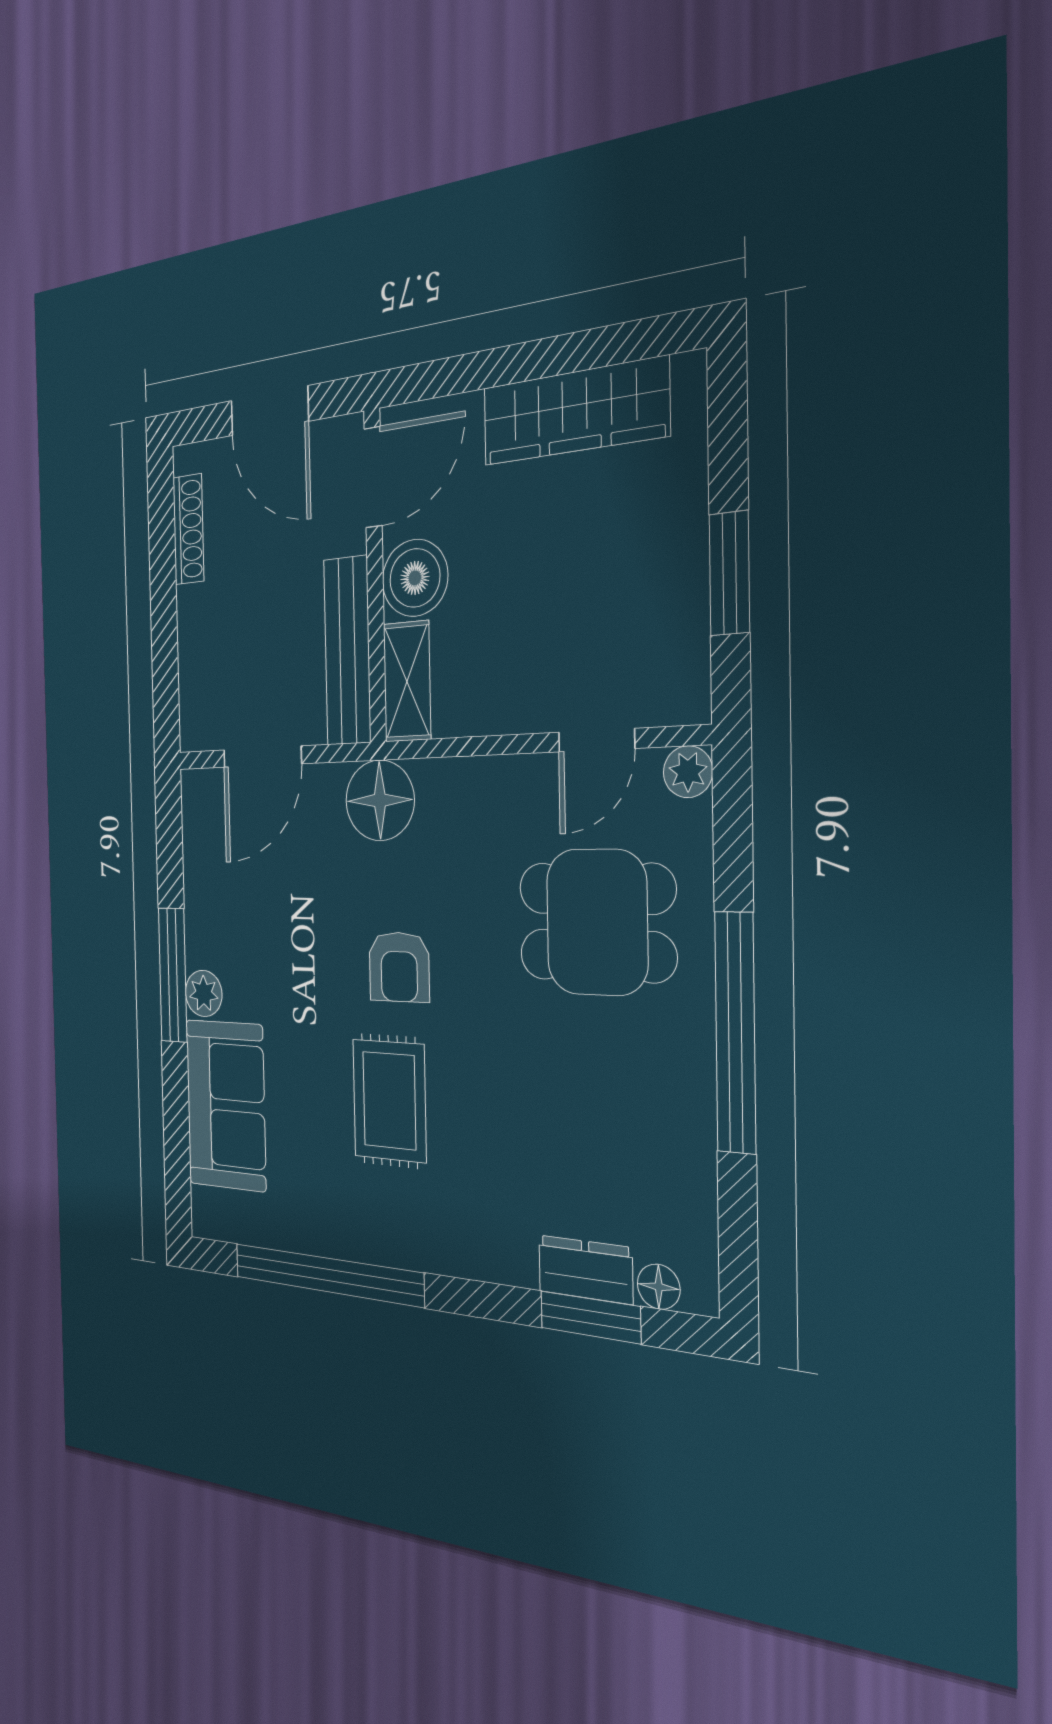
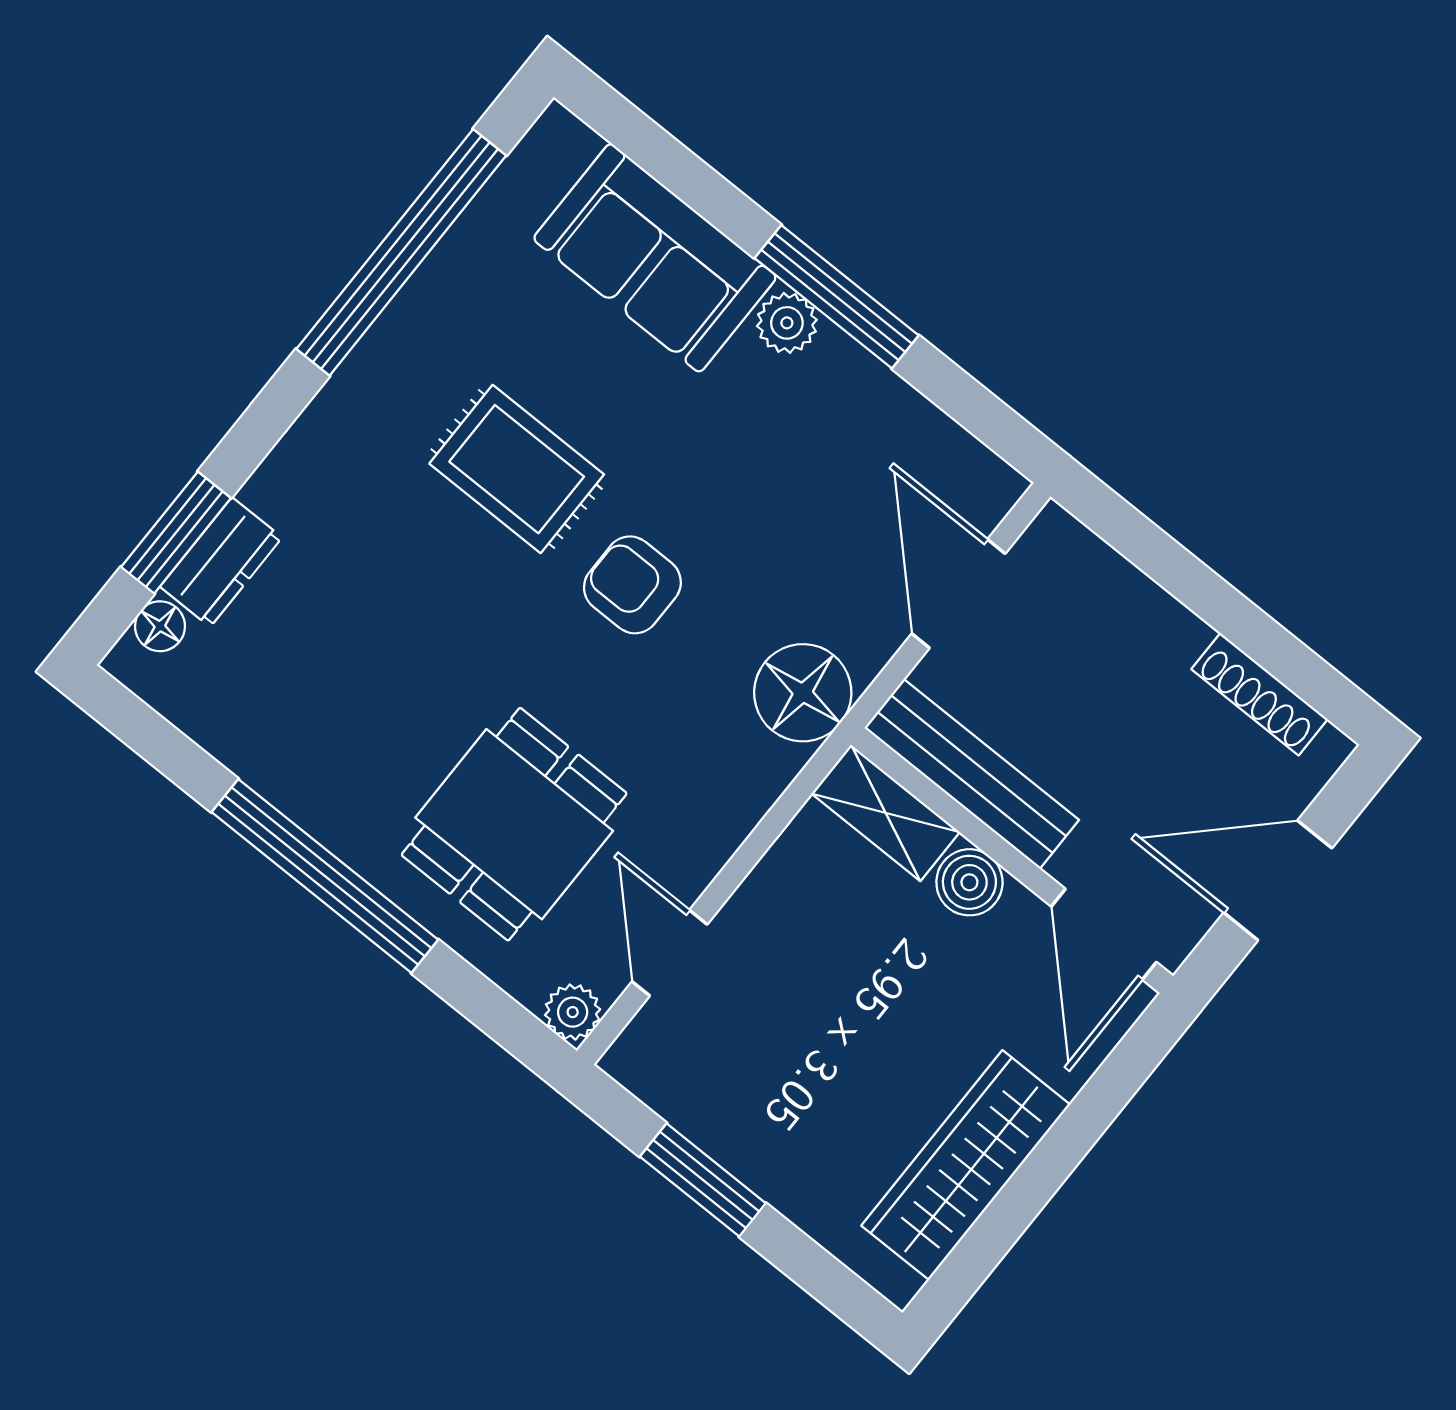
boiler: (415, 578) -> (969, 882), width x0.73, depth x0.73

